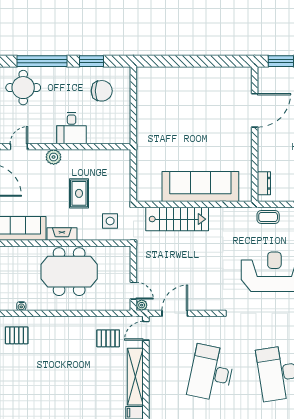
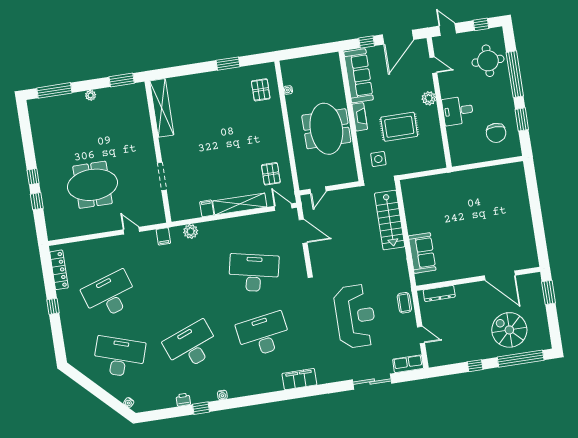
dresser: (264, 183) -> (439, 293), width x1.44
sofa: (200, 187) -> (422, 253), width x0.54, depth x0.79
rug: (79, 193) -> (399, 127), width x1.36, depth x1.43
plant: (142, 305) -> (306, 200), removed

